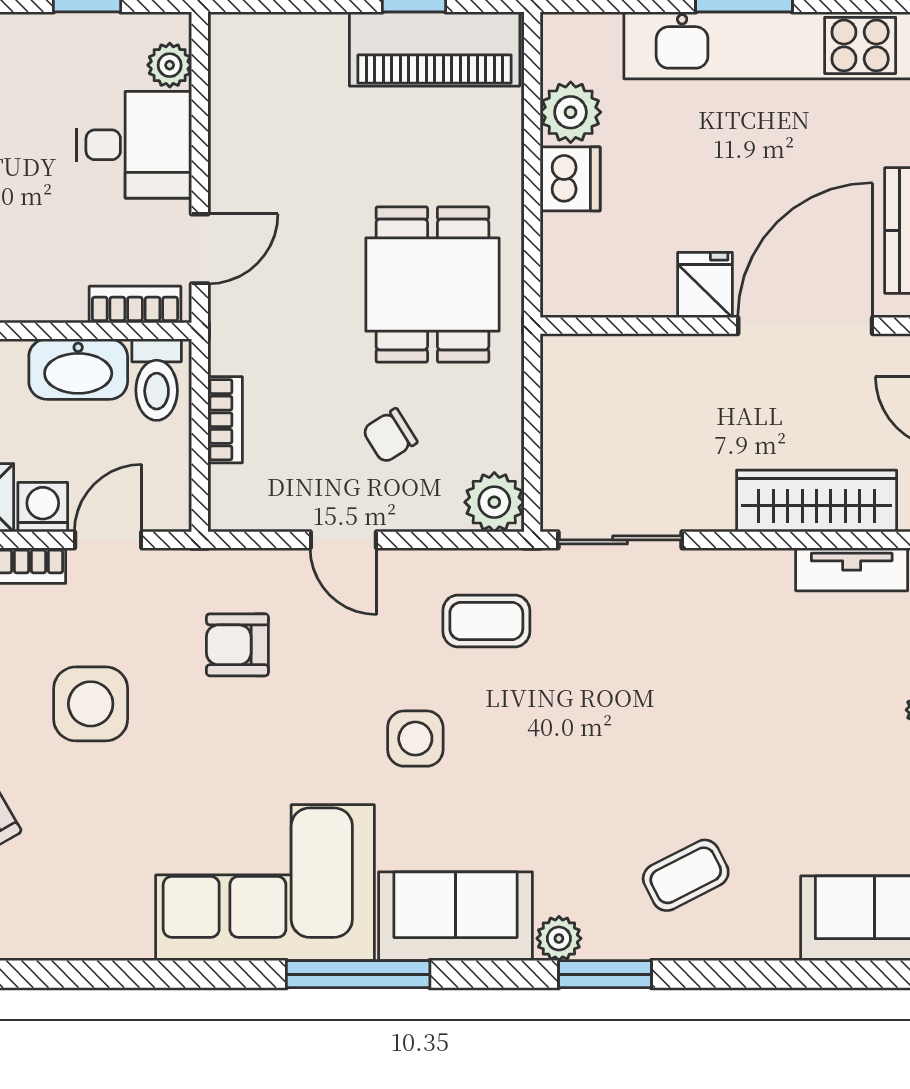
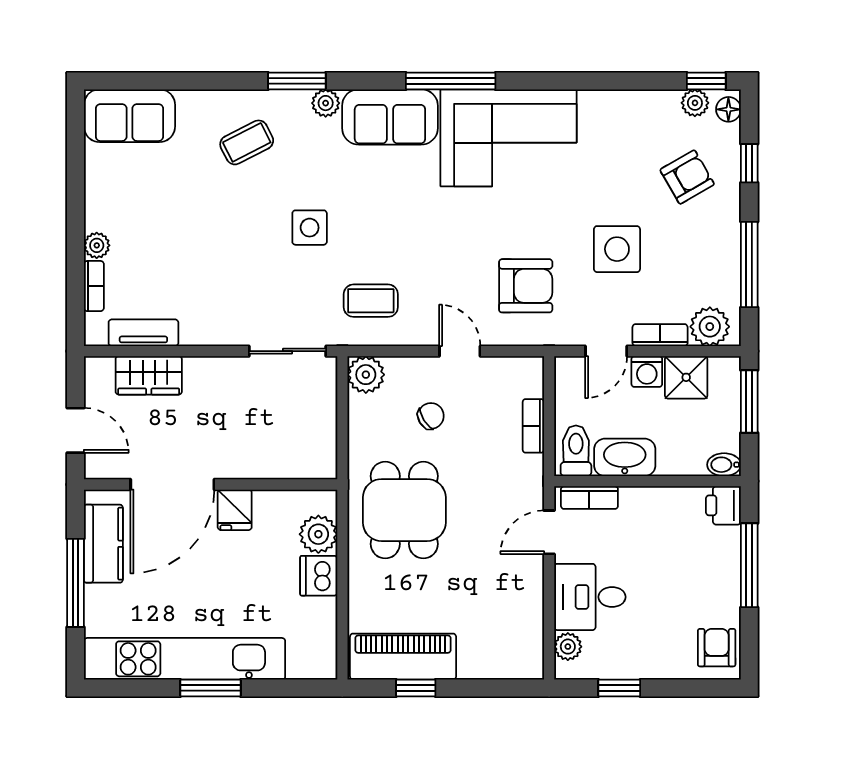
plant: (571, 112) -> (318, 534), moved
wardrobe: (817, 501) -> (149, 375), width x0.67
armchair: (237, 645) -> (526, 286), width x1.38, depth x1.38
side table: (415, 739) -> (310, 228), moved

